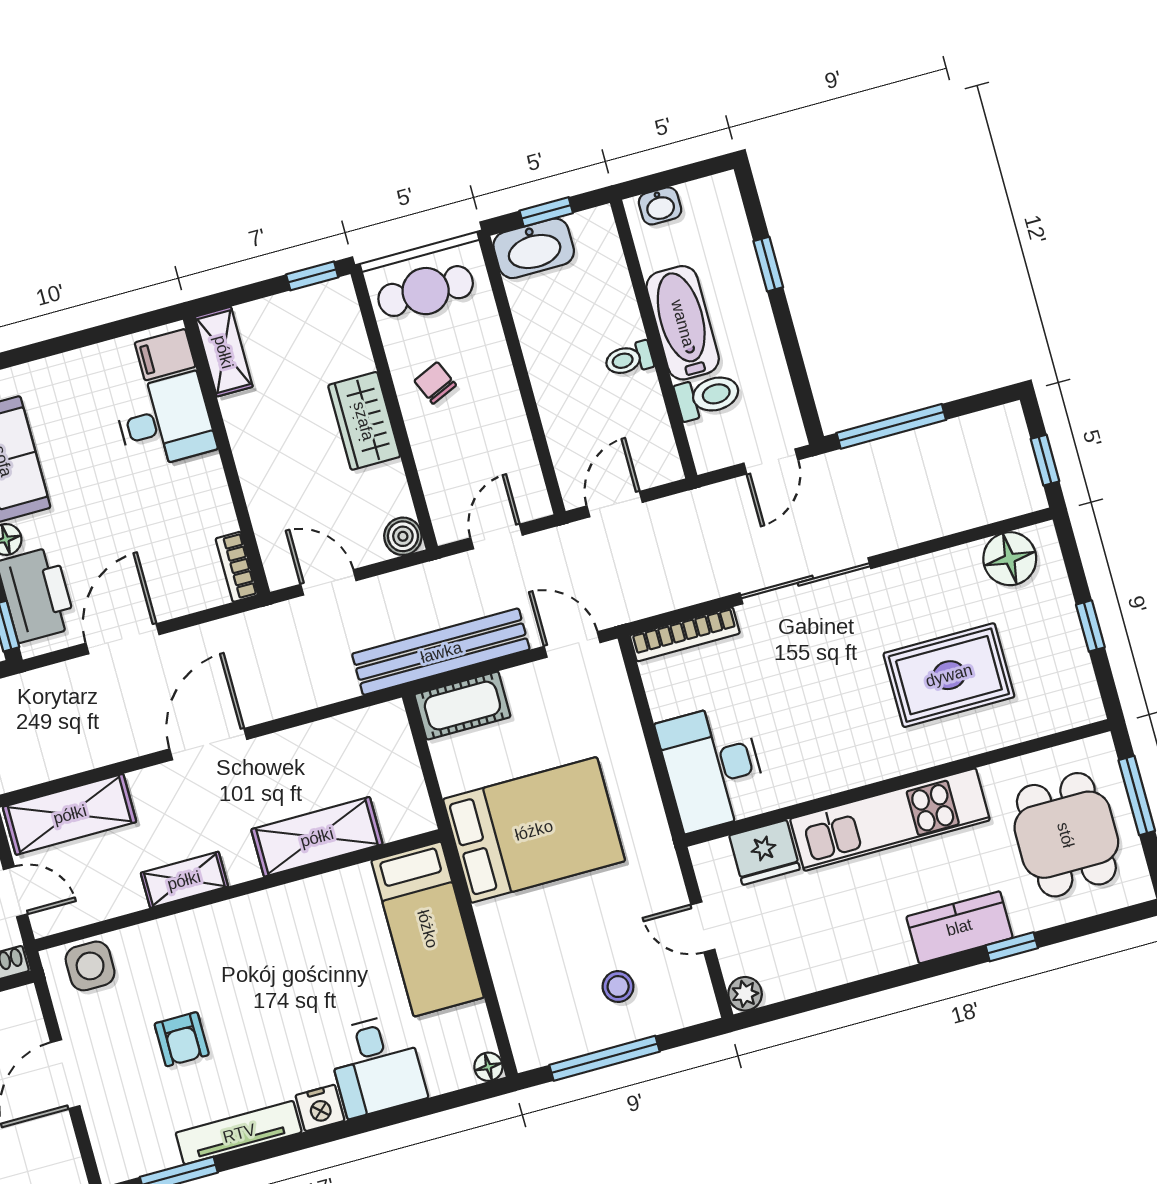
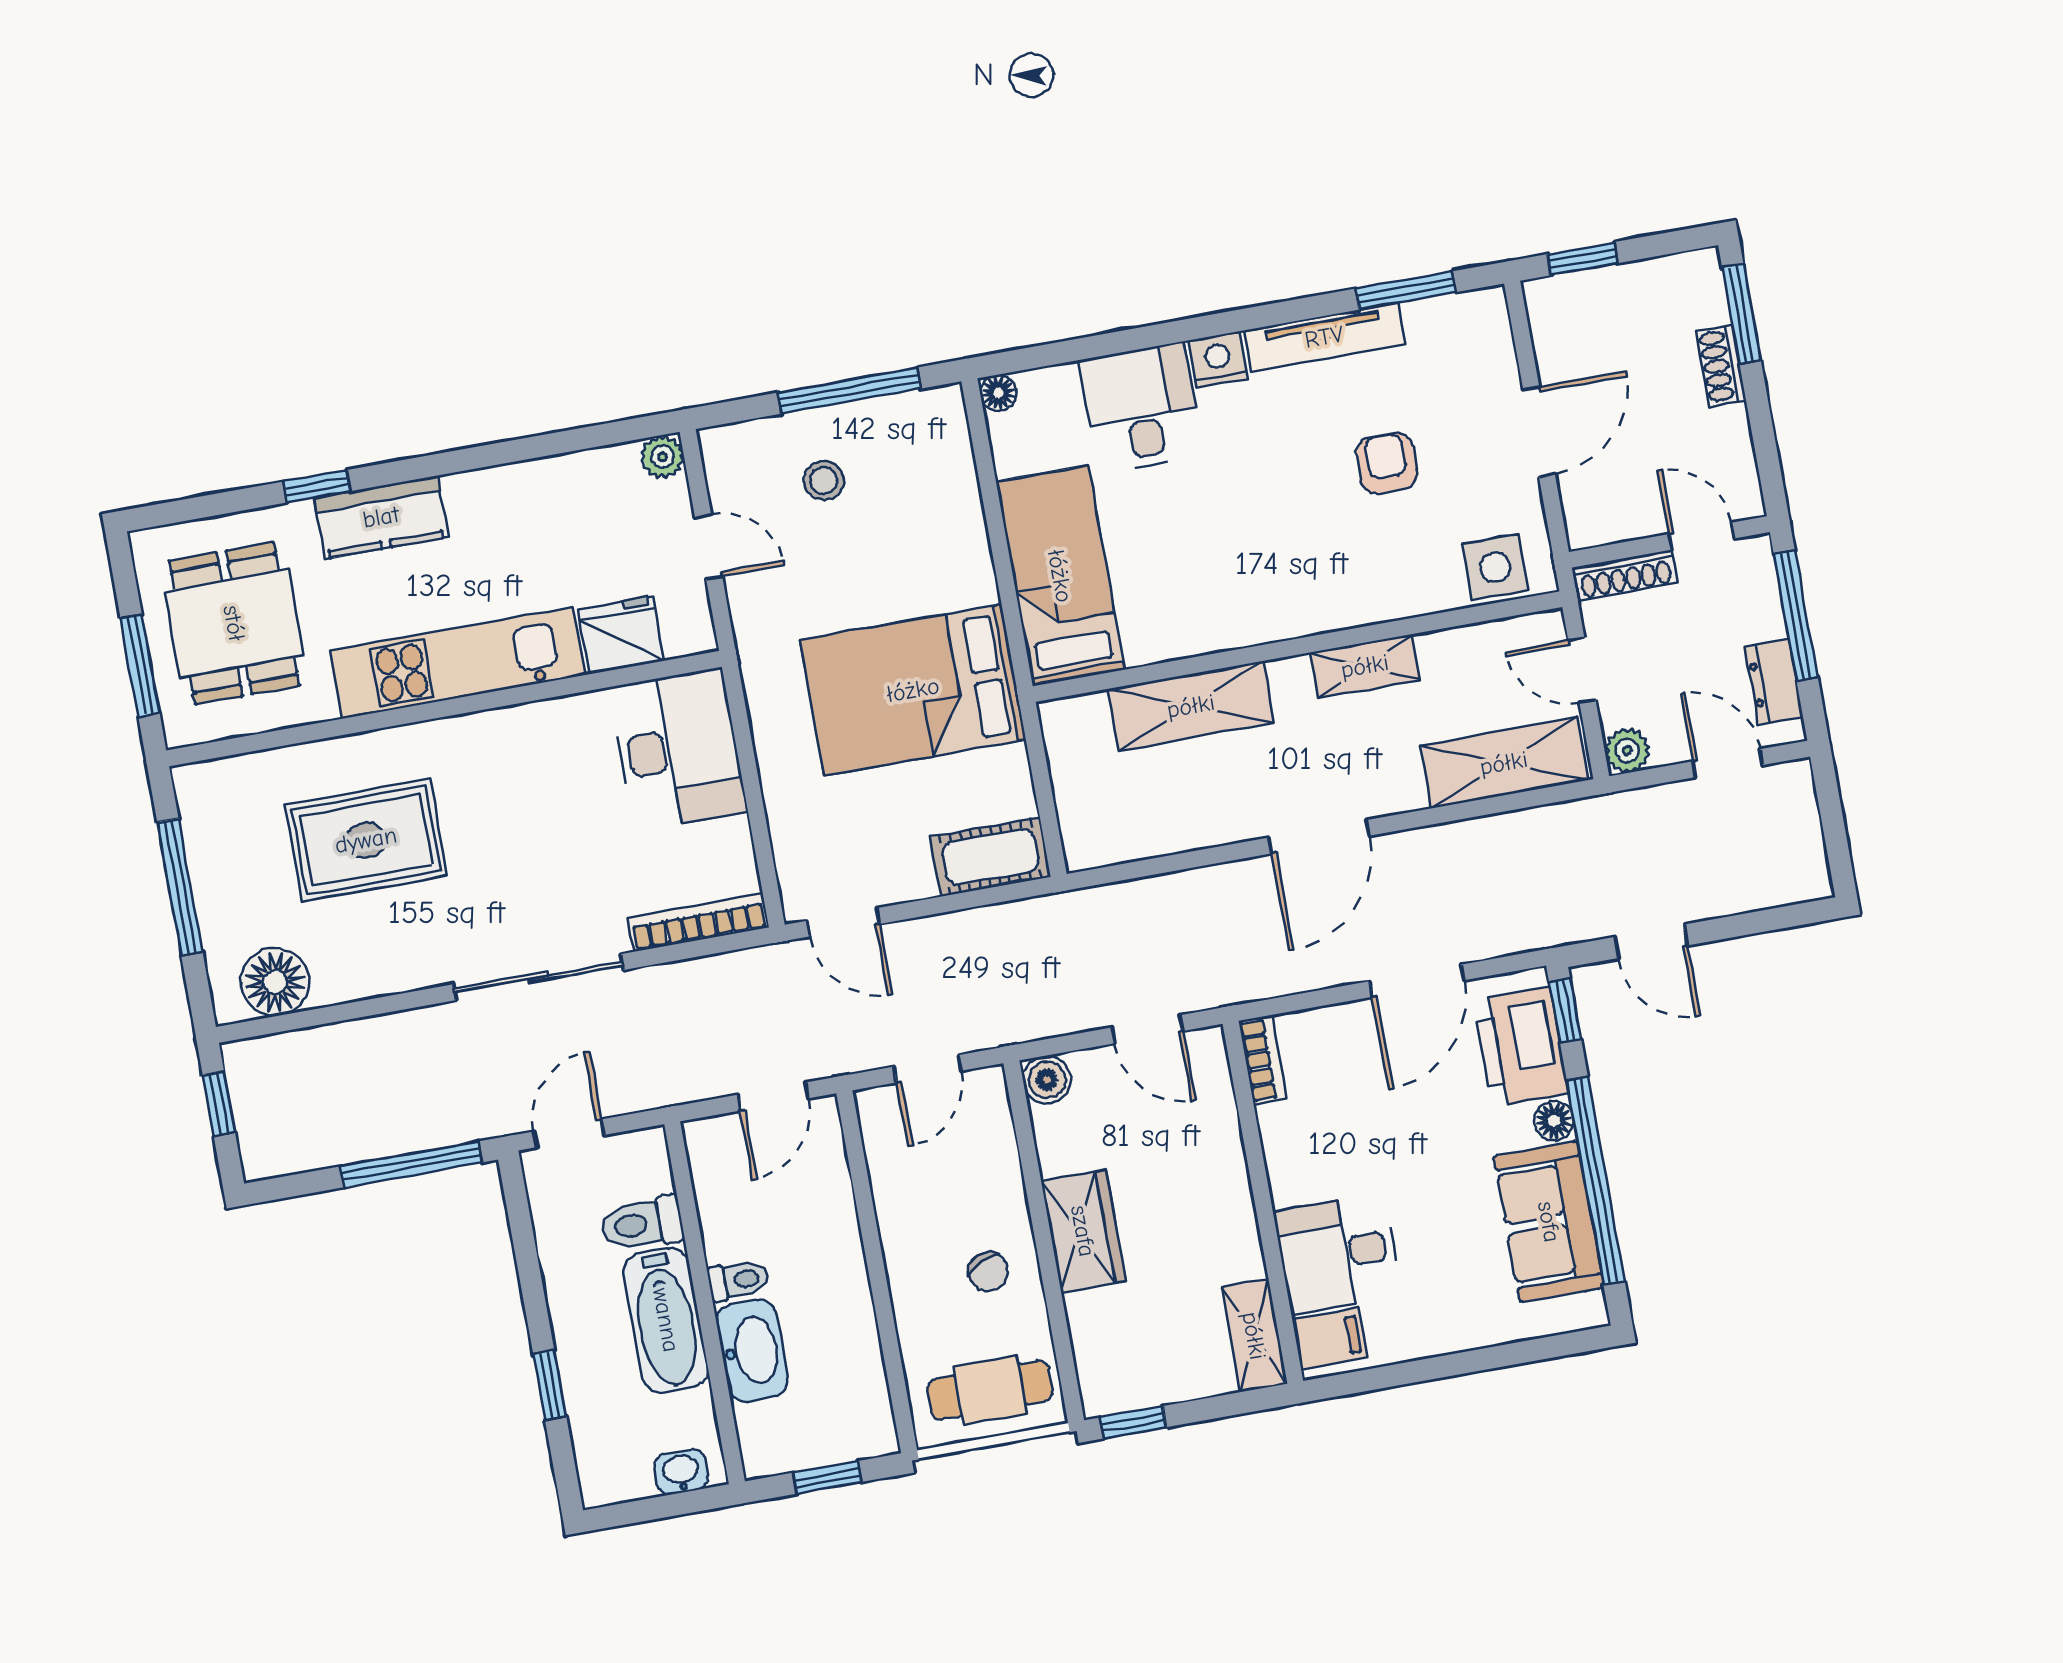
washbasin: (534, 248) -> (752, 1351), moved, turned 90
window: (1090, 626) -> (180, 887), width x2.17
bench: (441, 652) -> (1012, 928), removed

